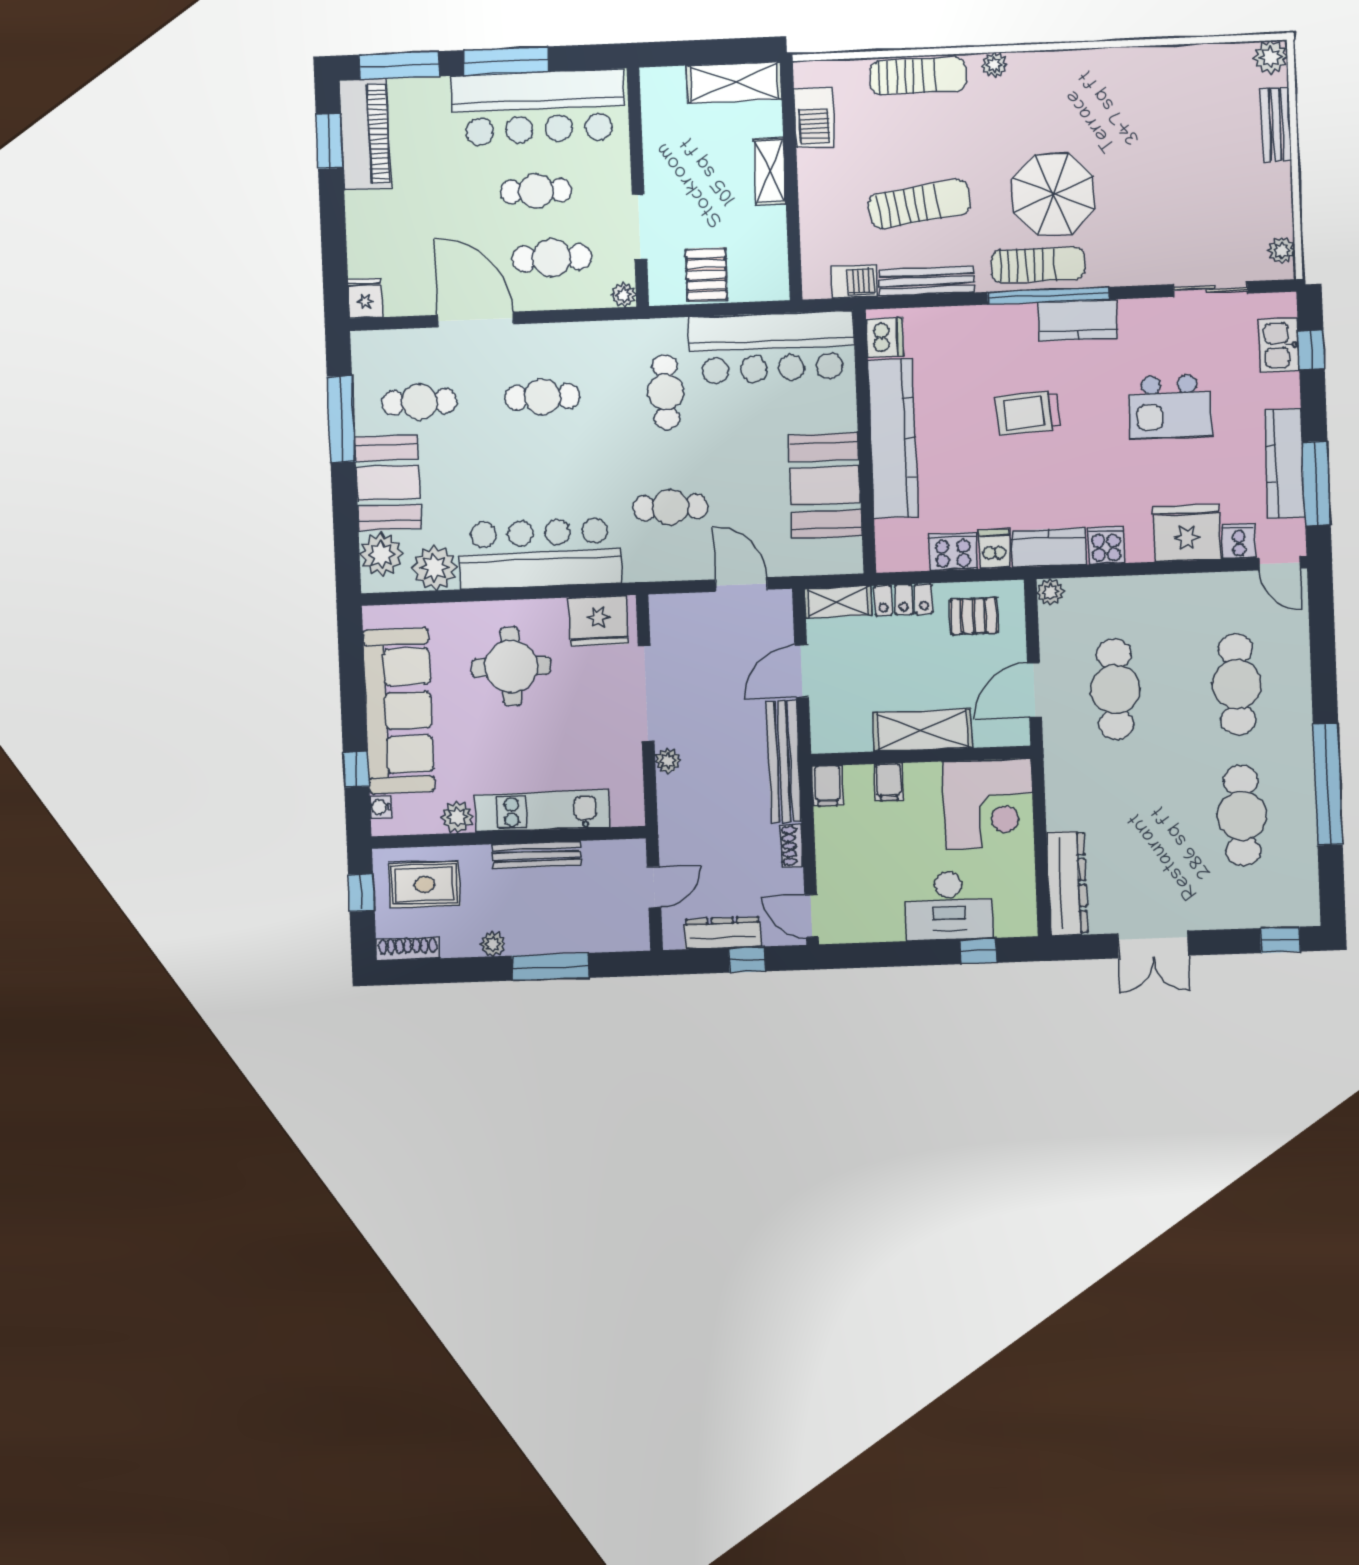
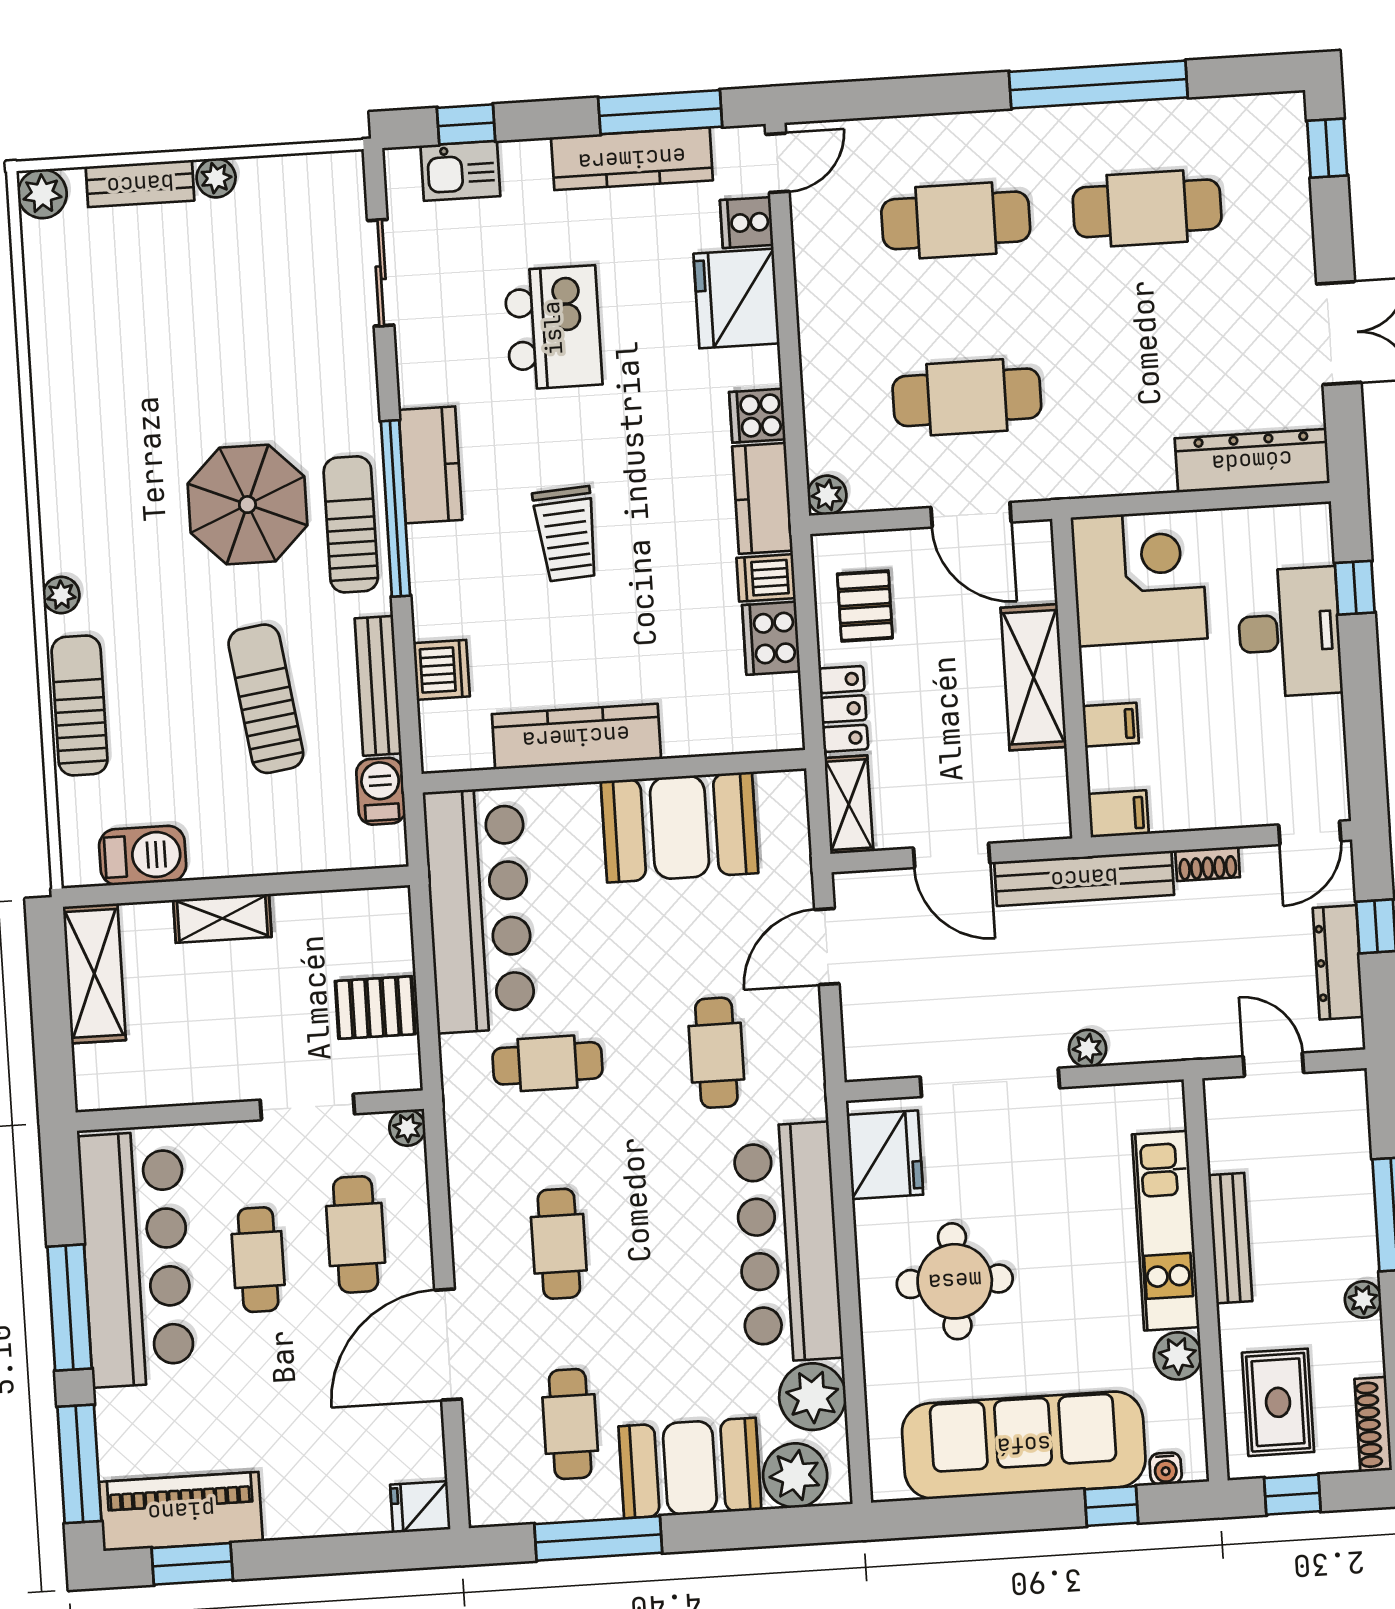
plant: (1282, 250) -> (216, 178), moved
dishwasher: (885, 338) -> (441, 670), moved, turned 90
kitchen counter: (893, 438) -> (576, 737), width x0.72, depth x0.86

